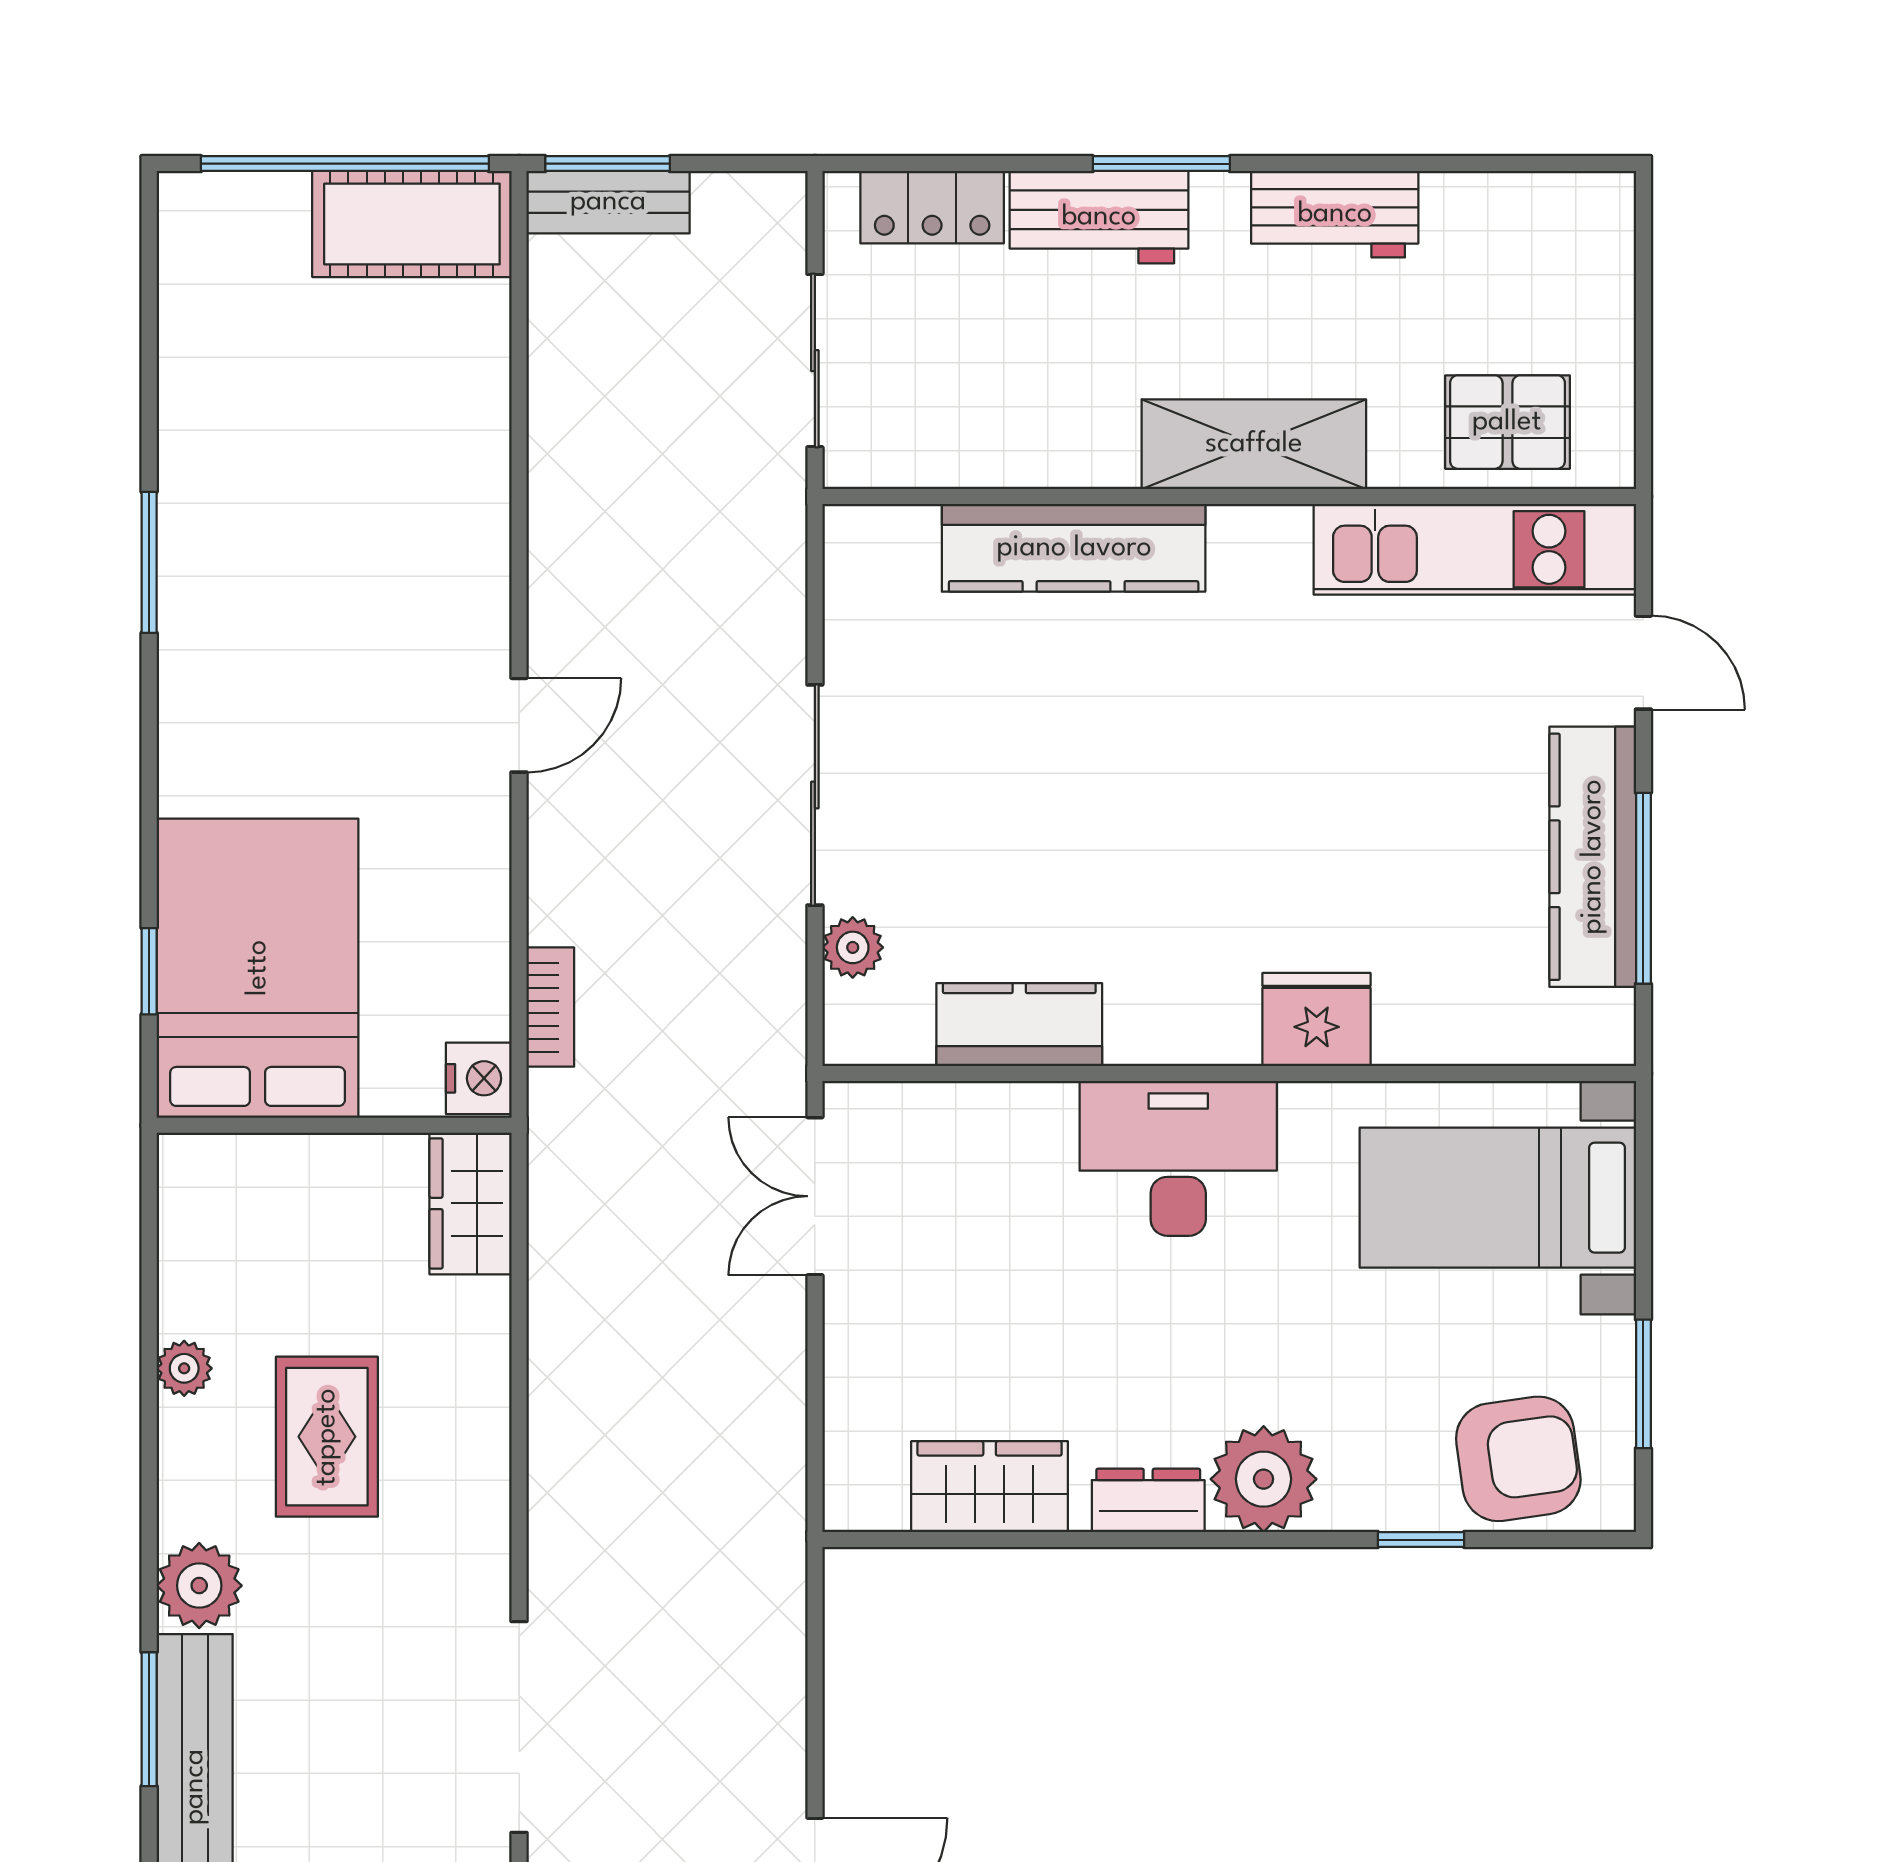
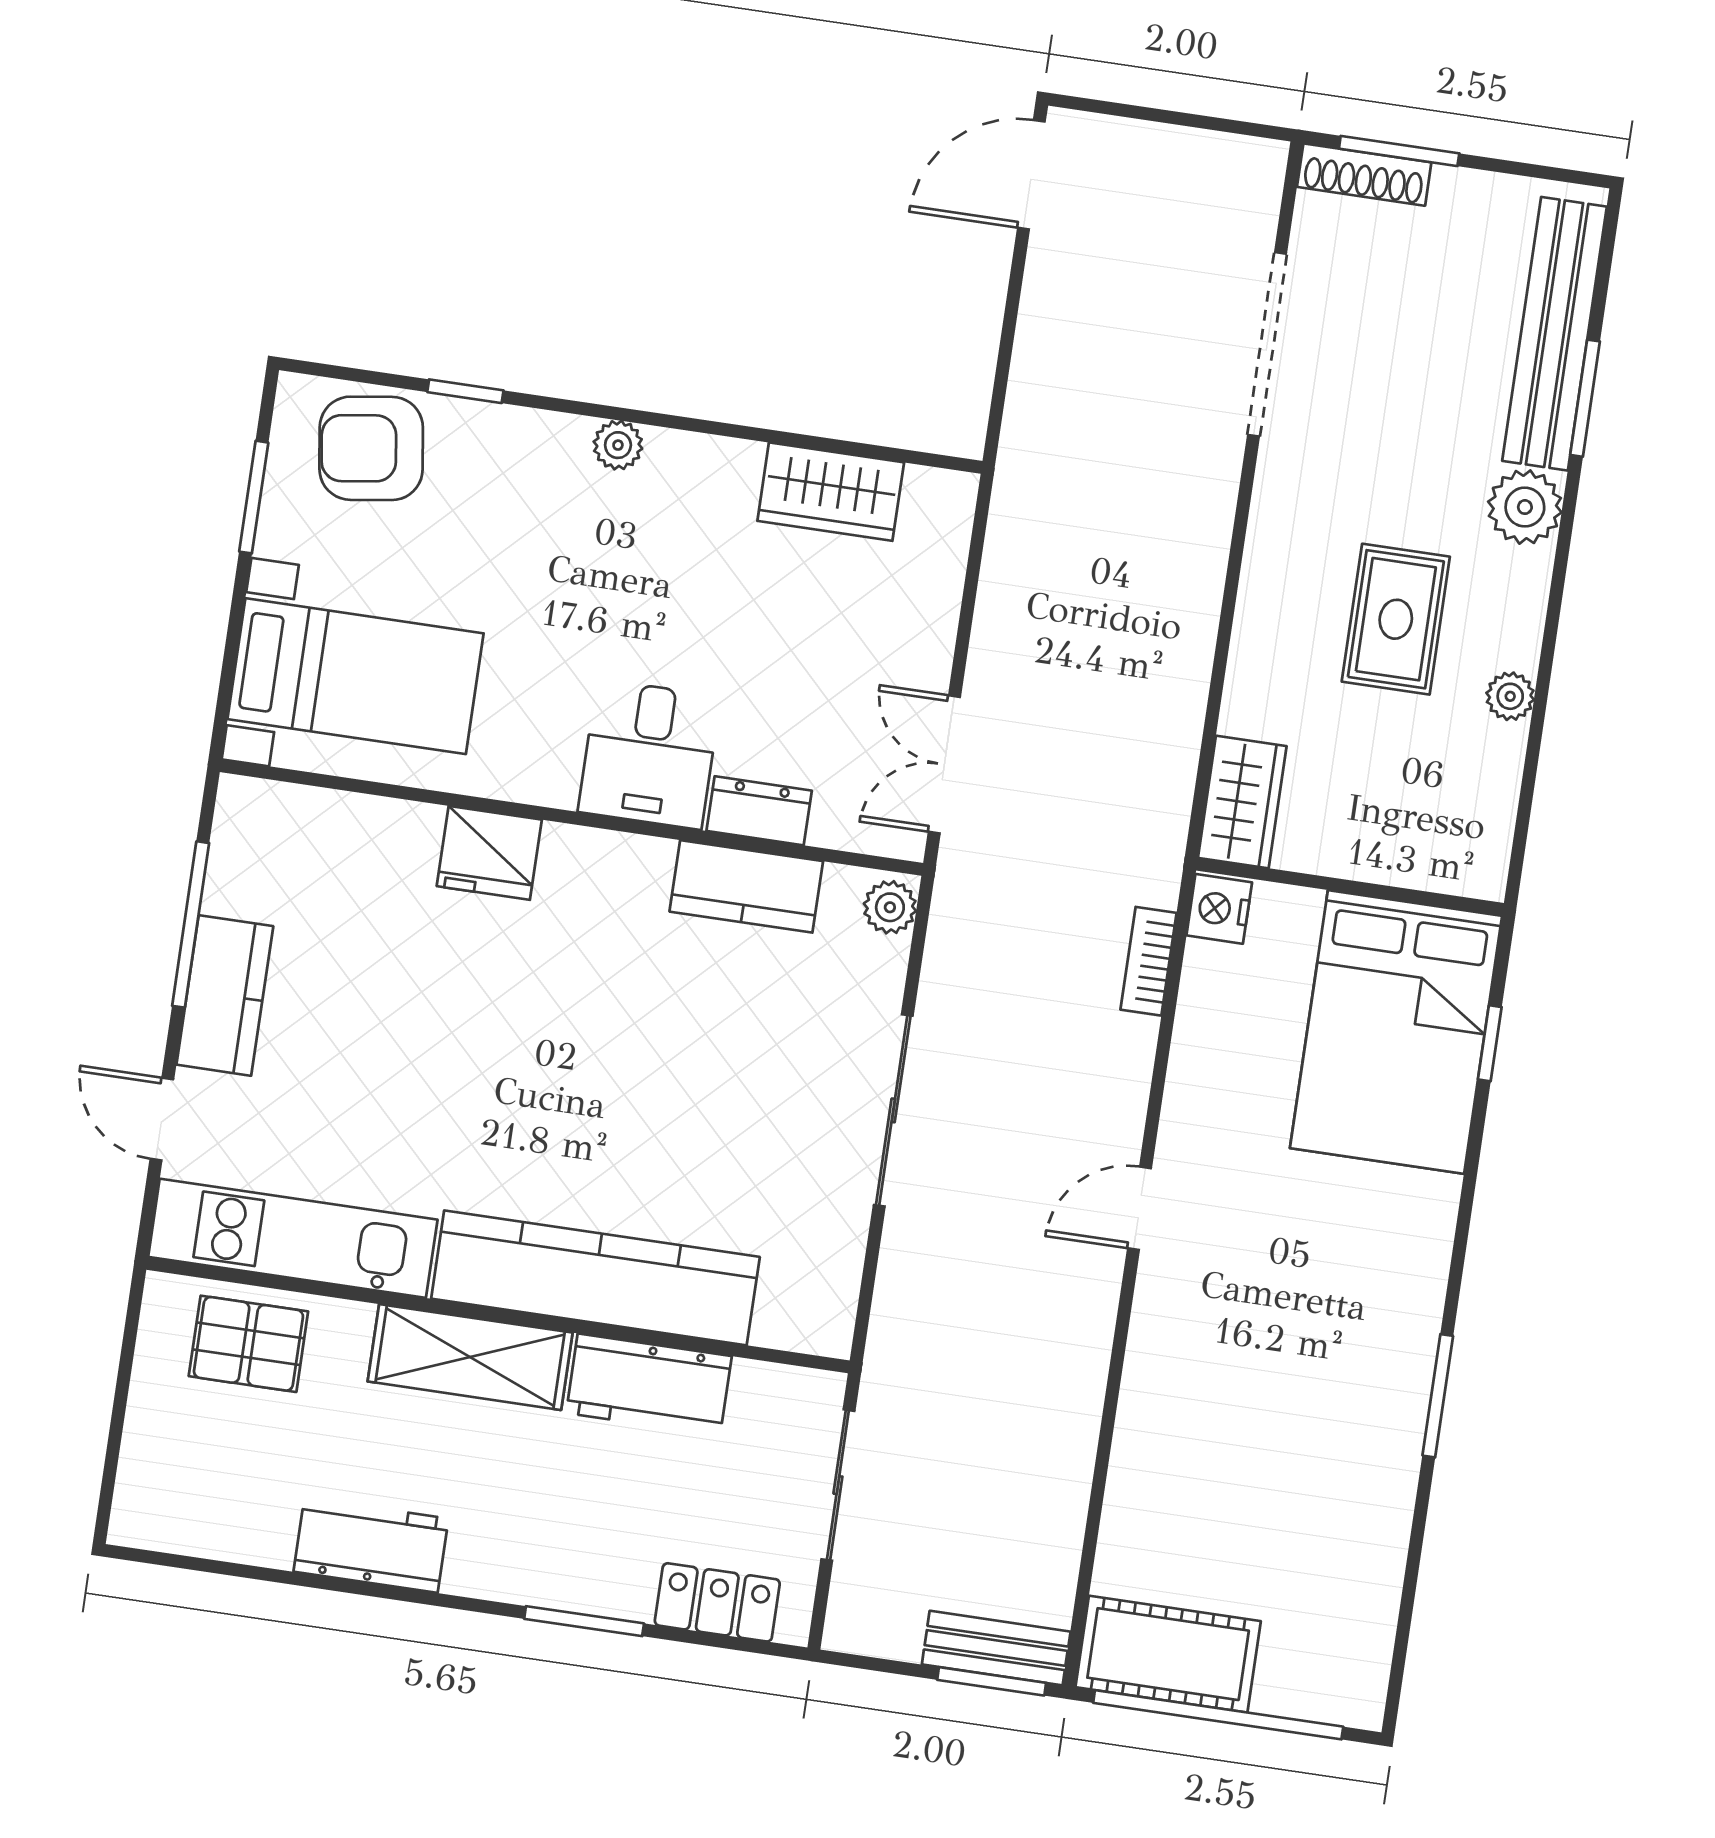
window: (1161, 164) -> (584, 1621), moved
workbench: (1099, 217) -> (649, 1385), moved, turned 180
kitchen counter: (1074, 548) -> (595, 1278), width x1.39, depth x1.17
kitchen counter: (1593, 857) -> (225, 995), width x0.67
plant: (853, 947) -> (890, 907), moved
desk: (1178, 1158) -> (649, 754), width x0.73
double door: (815, 1196) -> (944, 764), swing flipped
plant: (1264, 1479) -> (618, 445), width x0.53, depth x0.53
dresser: (1148, 1500) -> (759, 811), moved, turned 180

